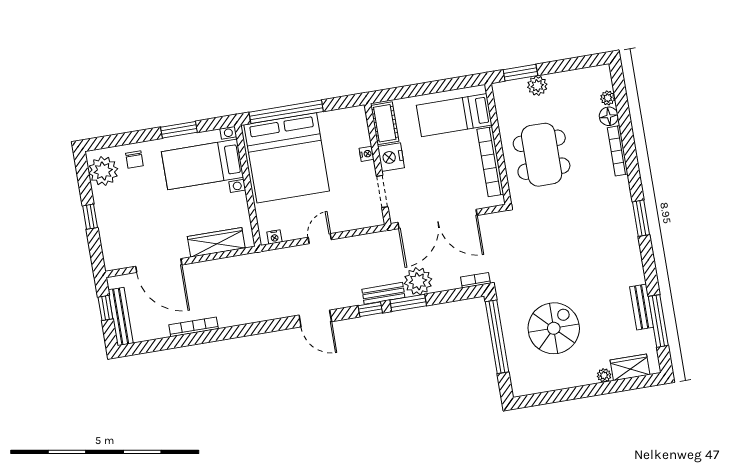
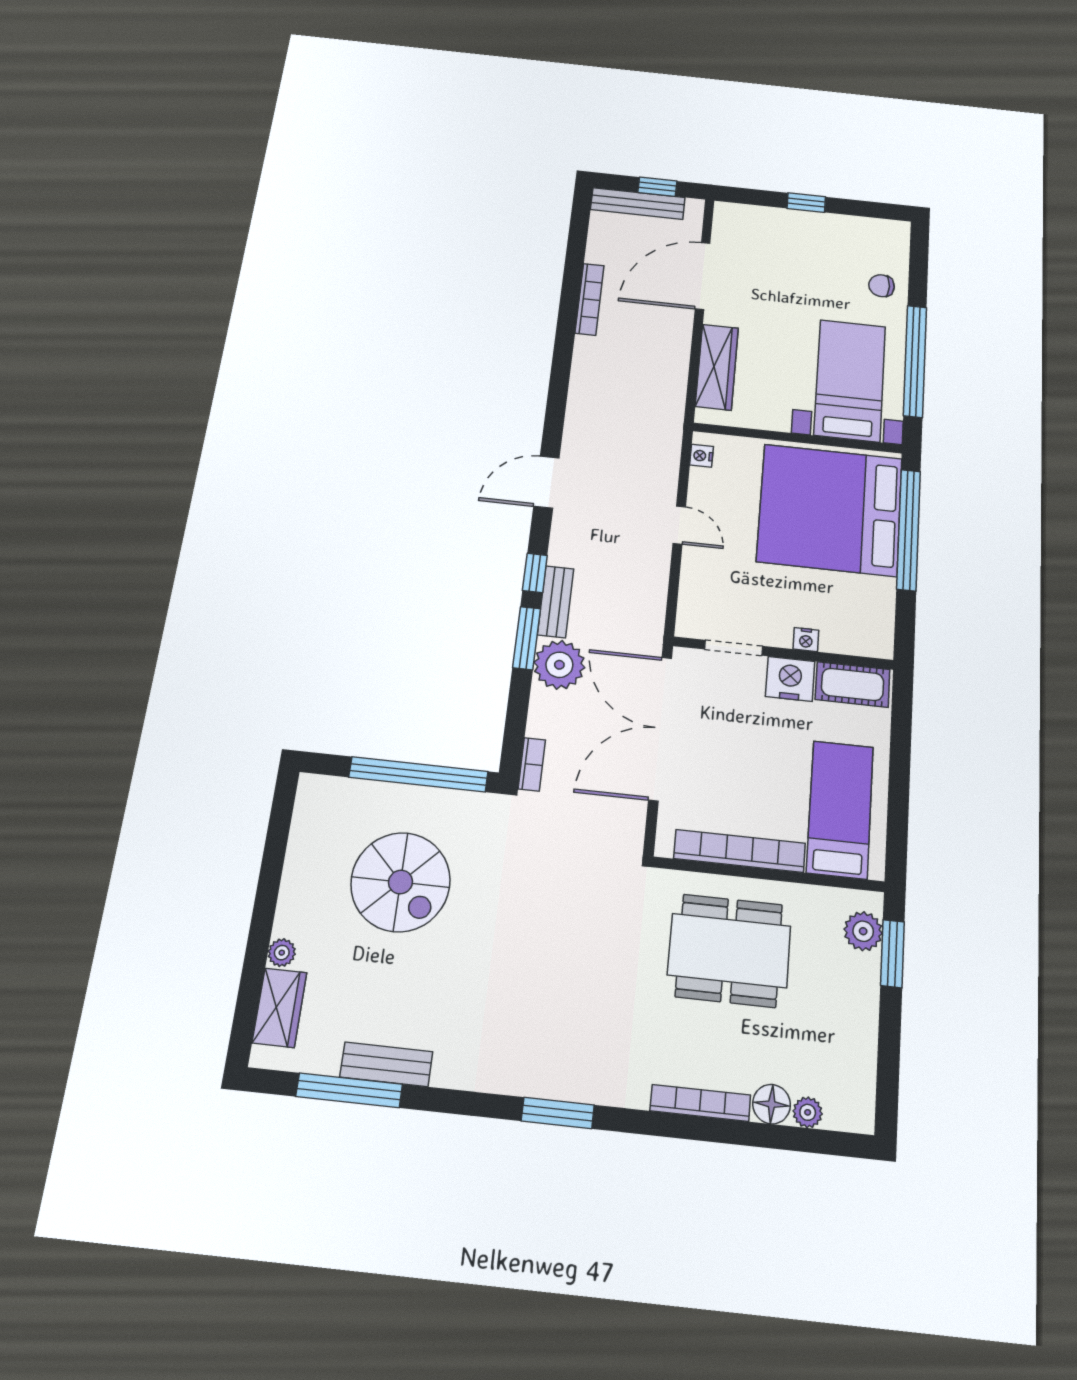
plant: (537, 86) -> (863, 931), moved
window: (179, 130) -> (915, 361), width x2.11
plant: (103, 171) -> (874, 238), removed

